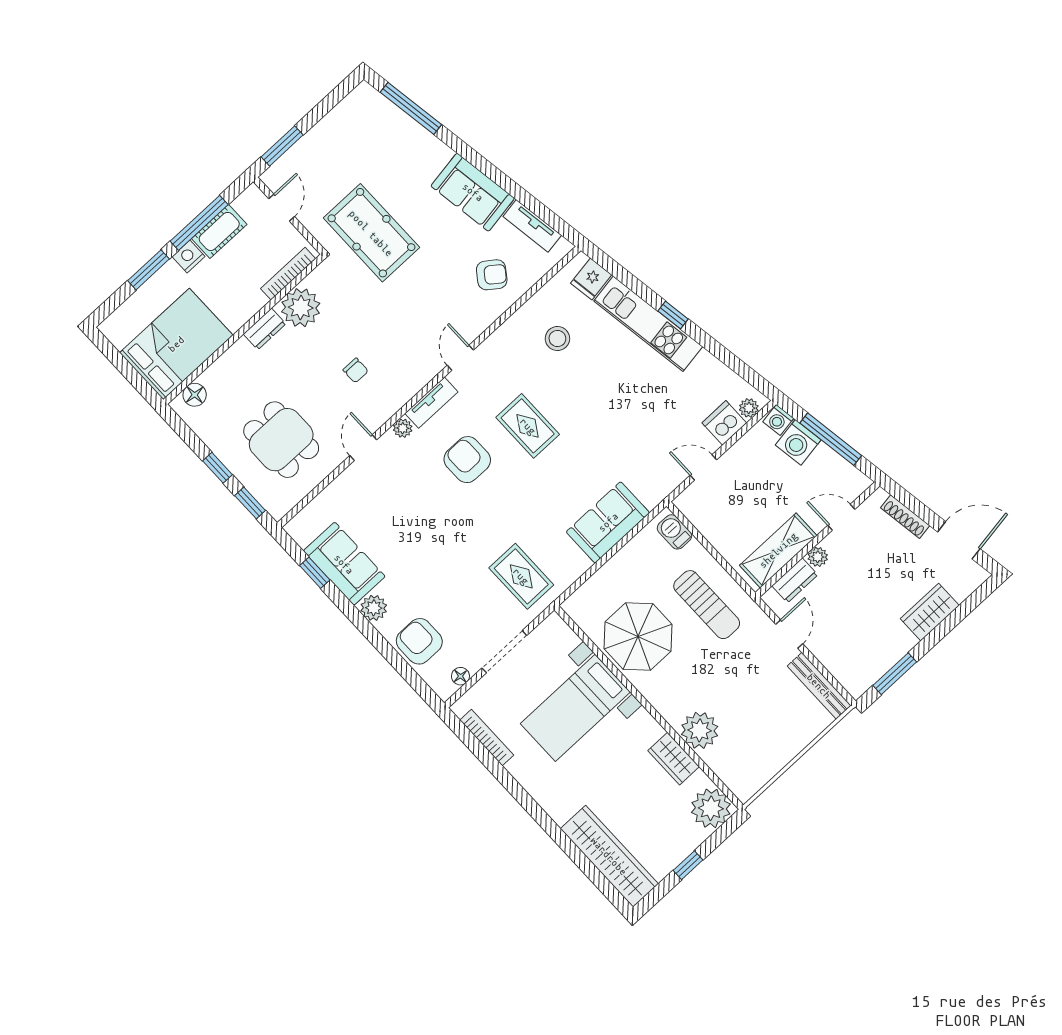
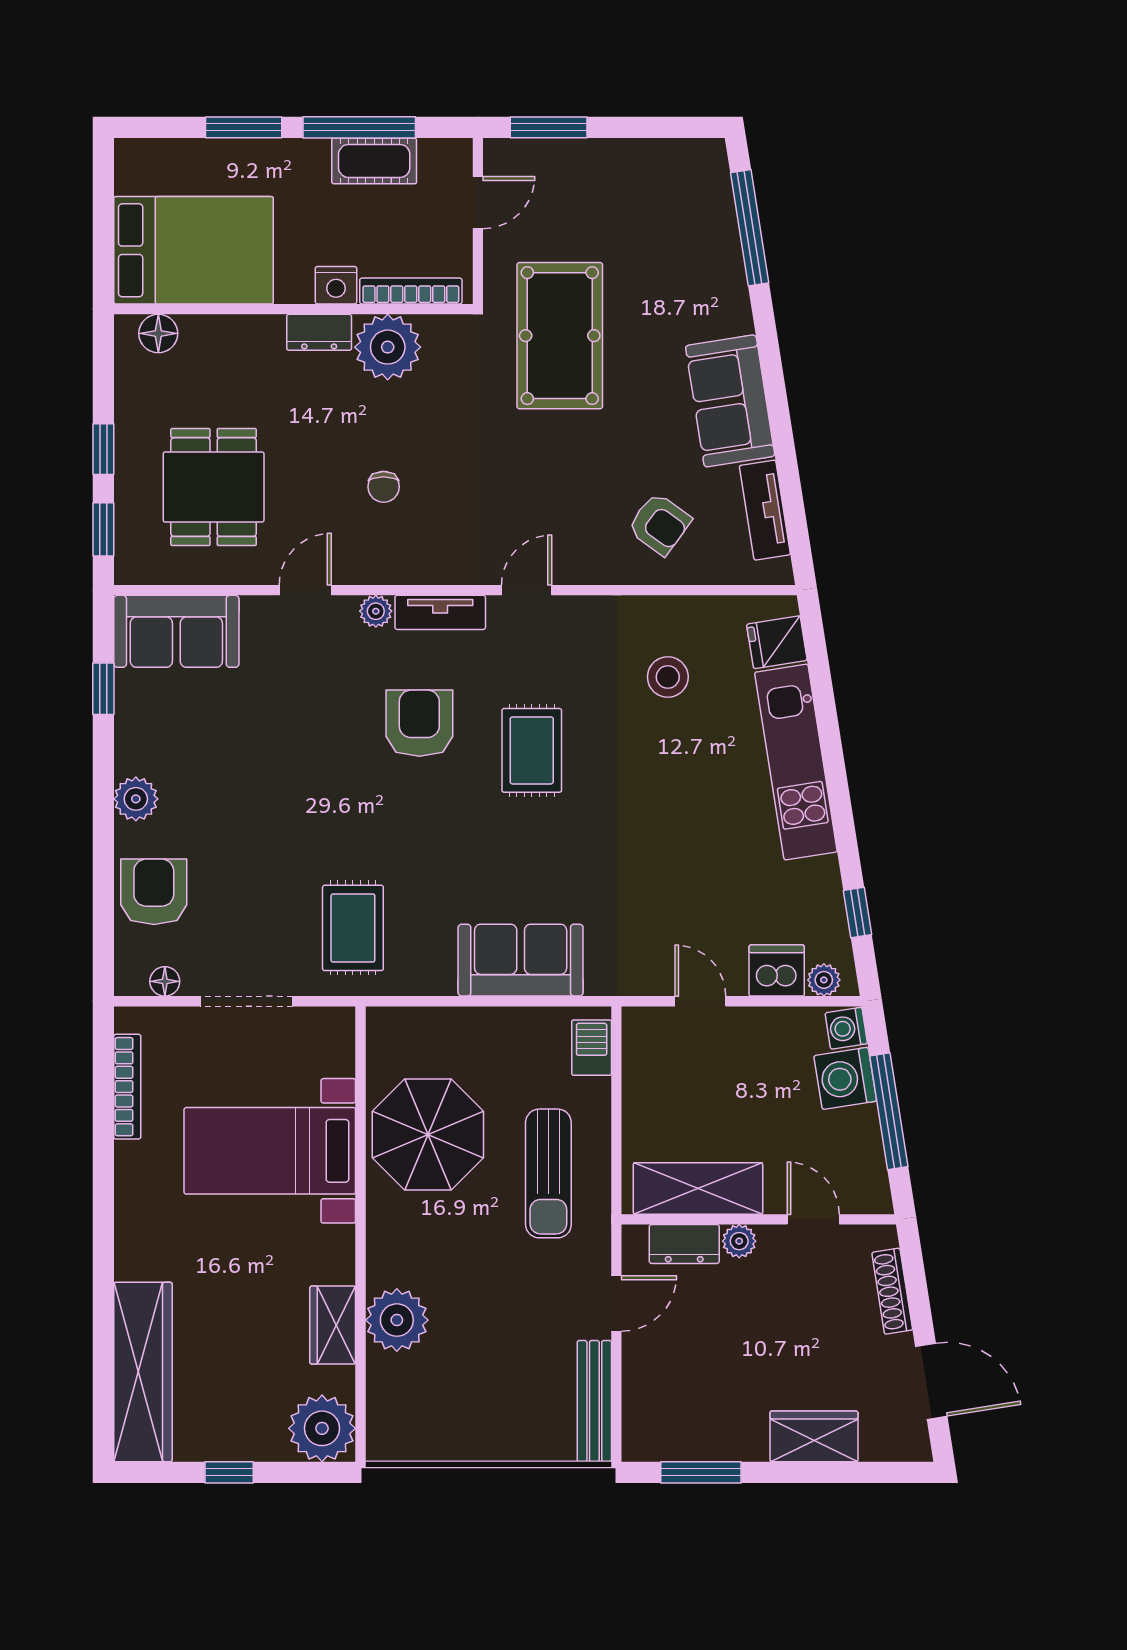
nightstand: (189, 257) -> (336, 285), moved, turned 180
window: (673, 315) -> (857, 913), moved
sofa: (344, 564) -> (176, 631), moved, turned 90

